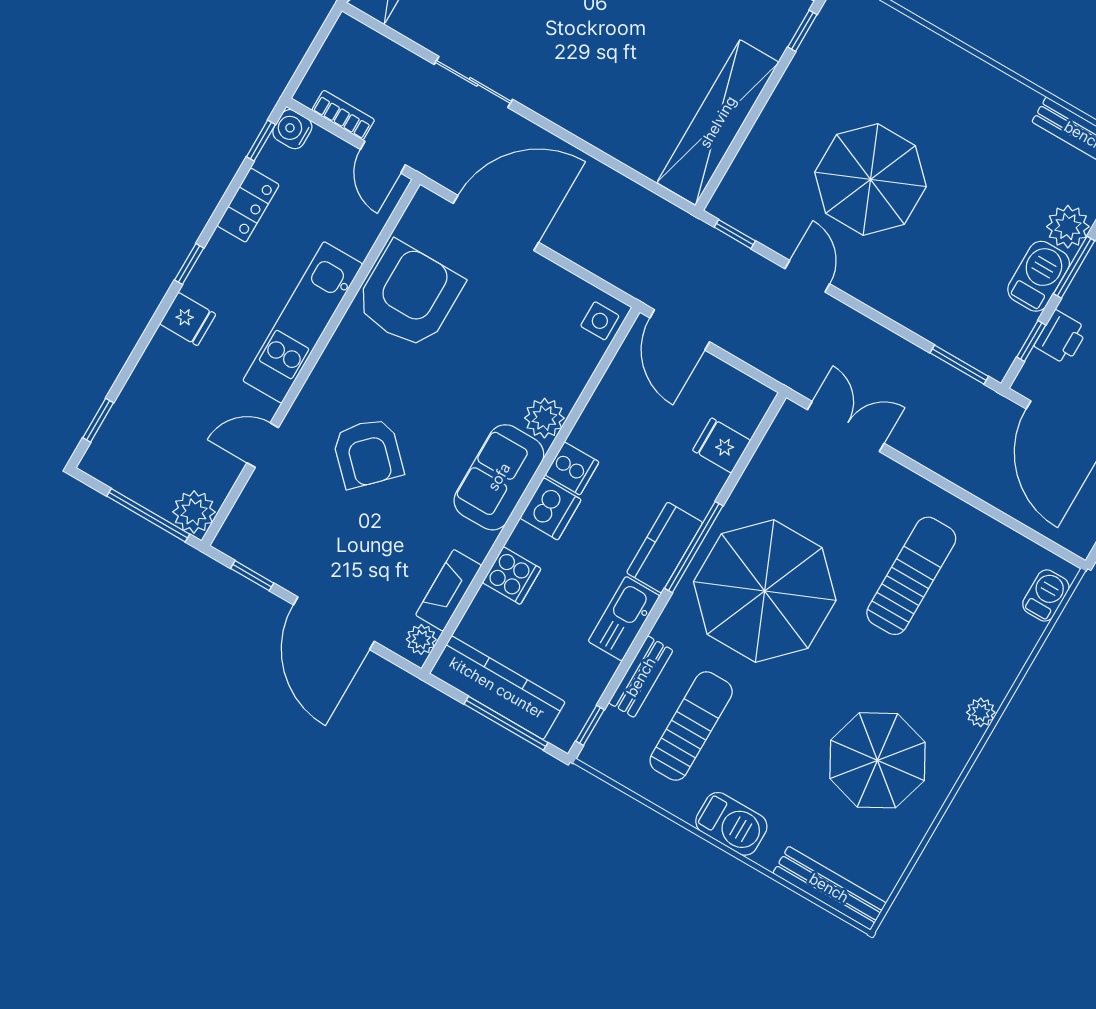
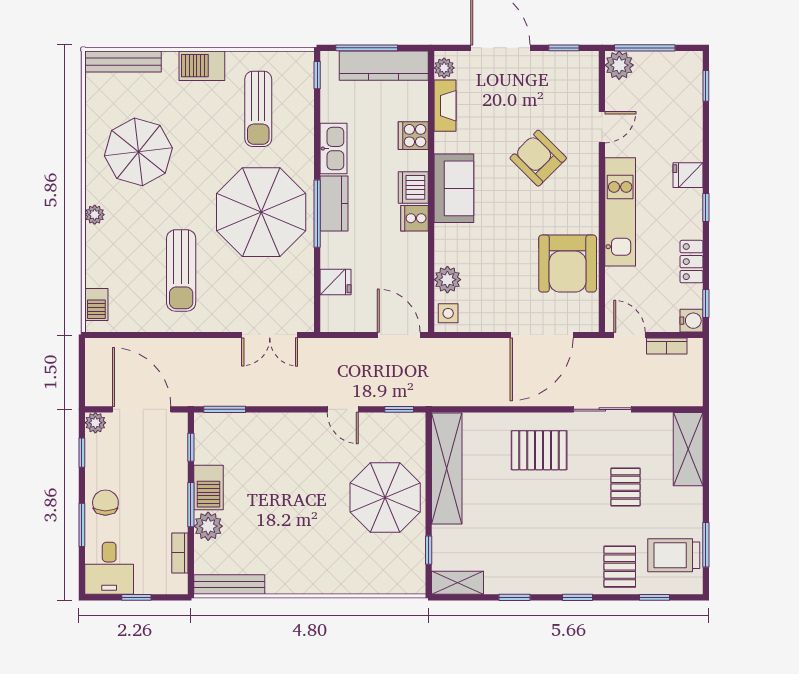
pallet: (585, 76) -> (539, 450), added
parasol: (871, 179) -> (385, 498), moved
printer: (1061, 337) -> (175, 460), removed
plant: (544, 418) -> (447, 280), moved
bench: (641, 677) -> (304, 121), removed

